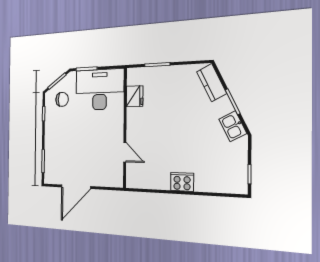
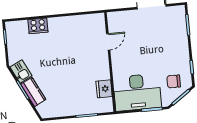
kitchen counter: (212, 83) -> (33, 92), moved
door: (125, 152) -> (108, 42), swing flipped
cooker: (182, 182) -> (38, 26), moved

